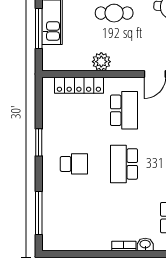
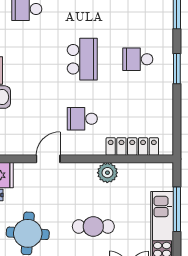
school desk: (124, 110) -> (82, 119), width x0.54
window: (39, 142) -> (177, 69), moved

